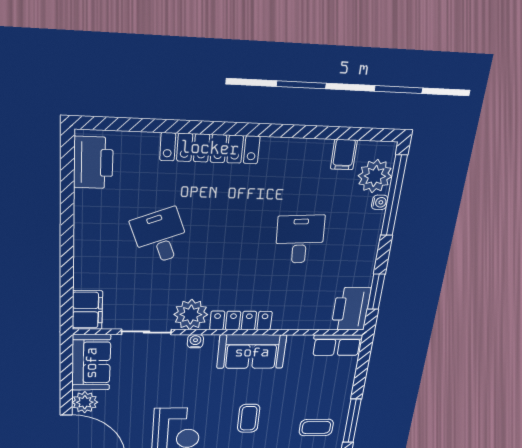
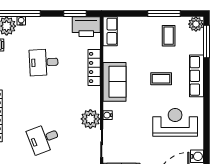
locker: (241, 321) -> (94, 67), moved

